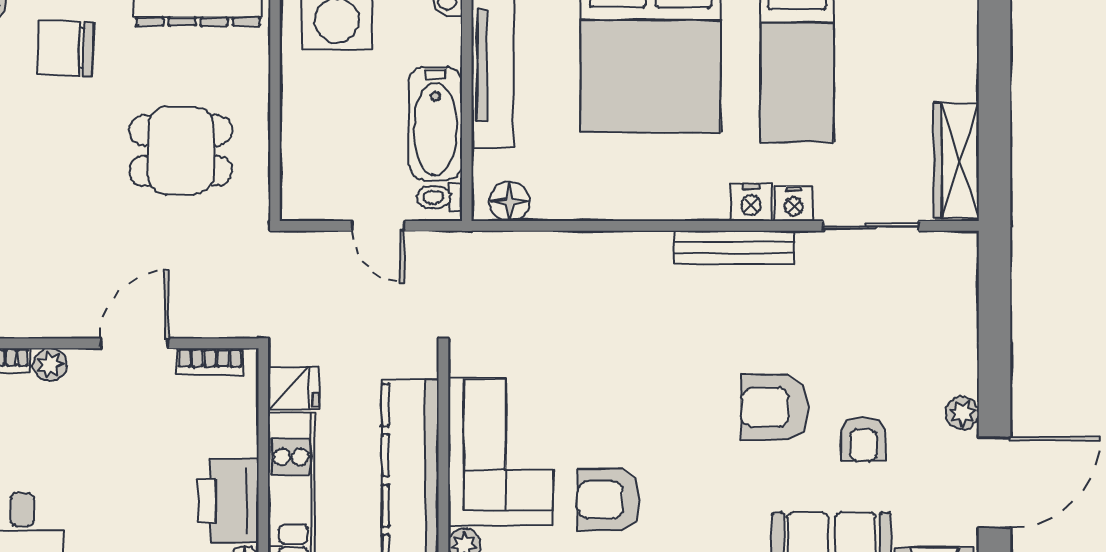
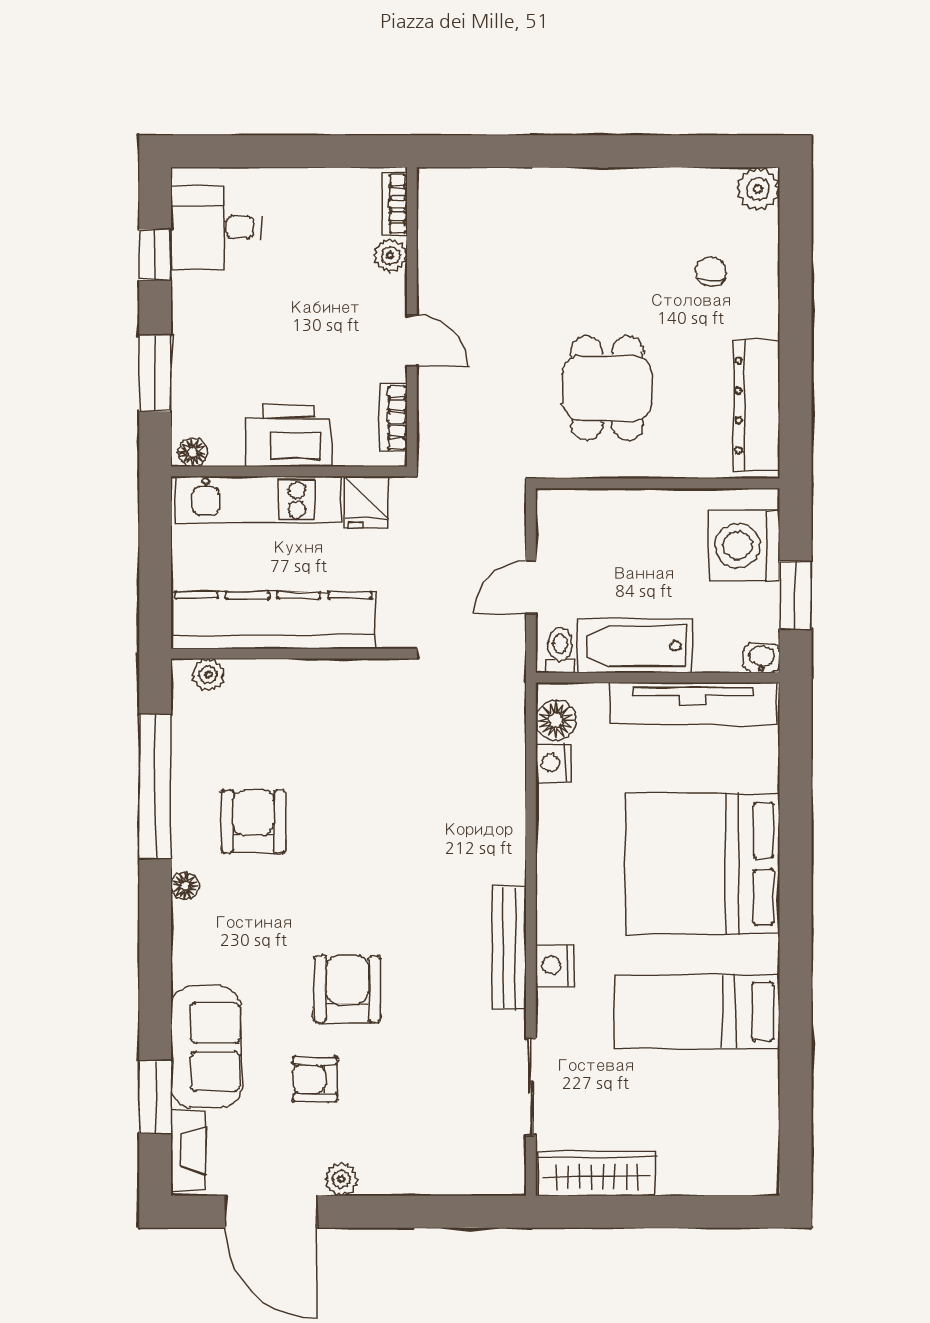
chair: (65, 48) -> (711, 271), width x0.54, depth x0.54
nightstand: (794, 204) -> (553, 763), moved
door: (134, 343) -> (412, 341), width x0.73
corner sofa: (500, 452) -> (302, 712), removed
printer: (228, 501) -> (288, 436), moved

